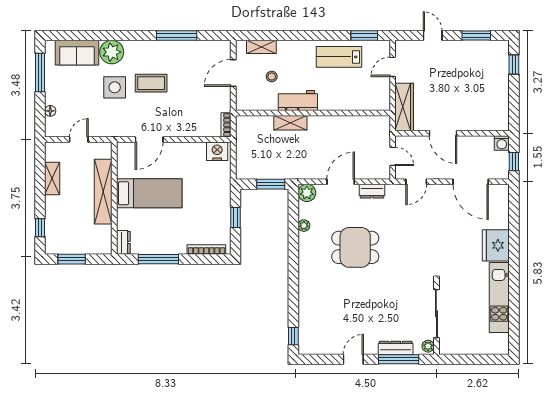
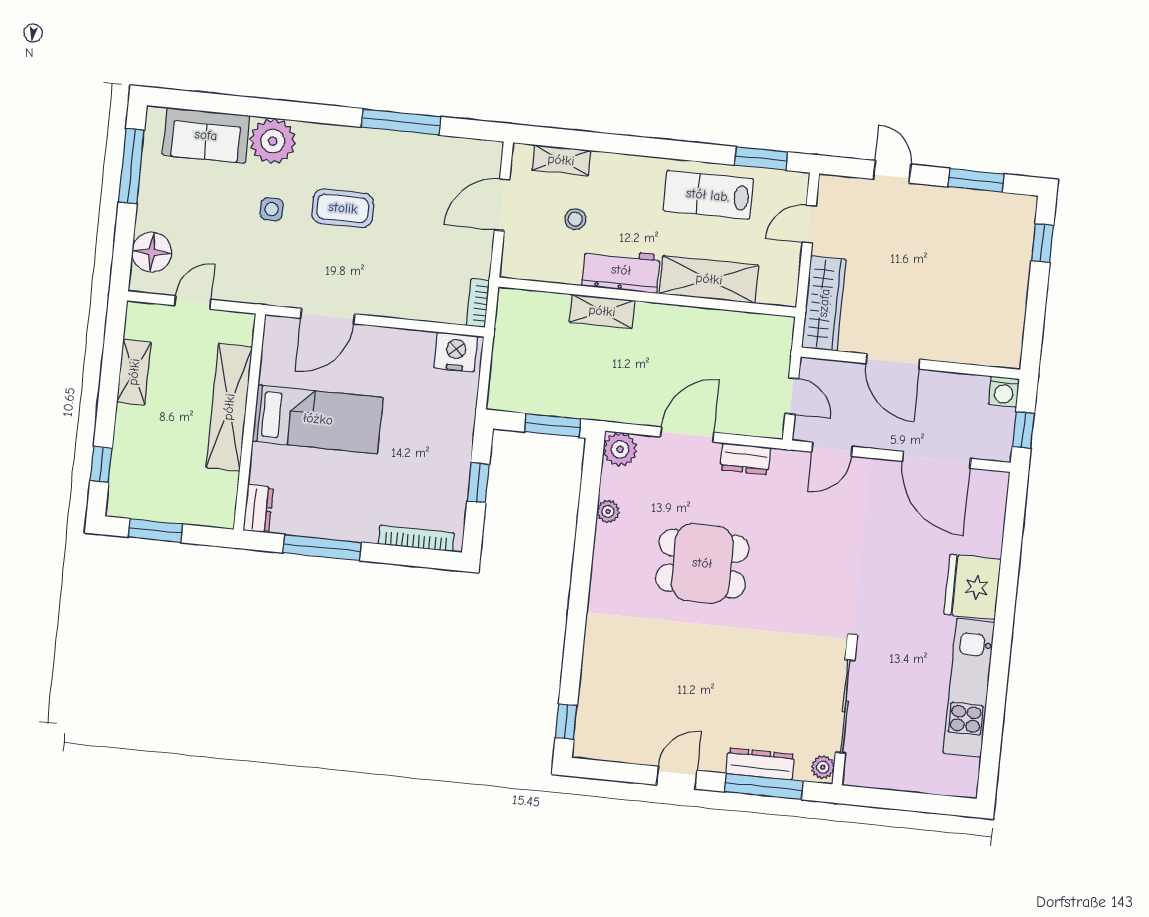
side table: (115, 87) -> (272, 209), width x0.54, depth x0.54
shelving: (344, 101) -> (709, 279), added
floor lamp: (50, 111) -> (152, 252), width x1.89, depth x1.89

